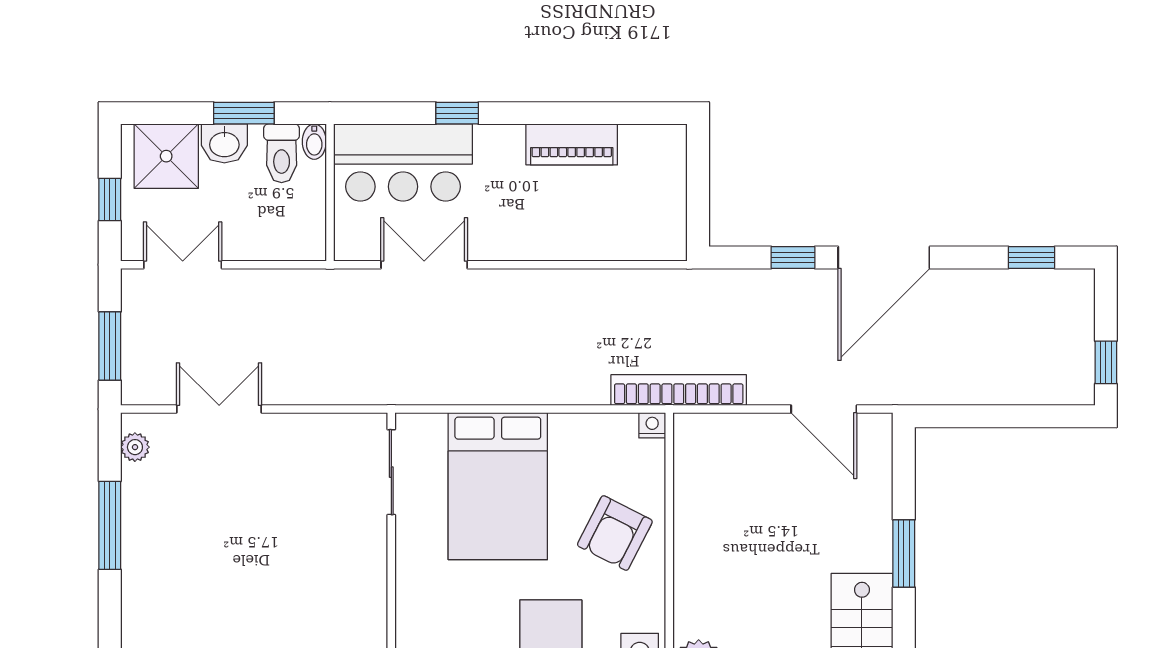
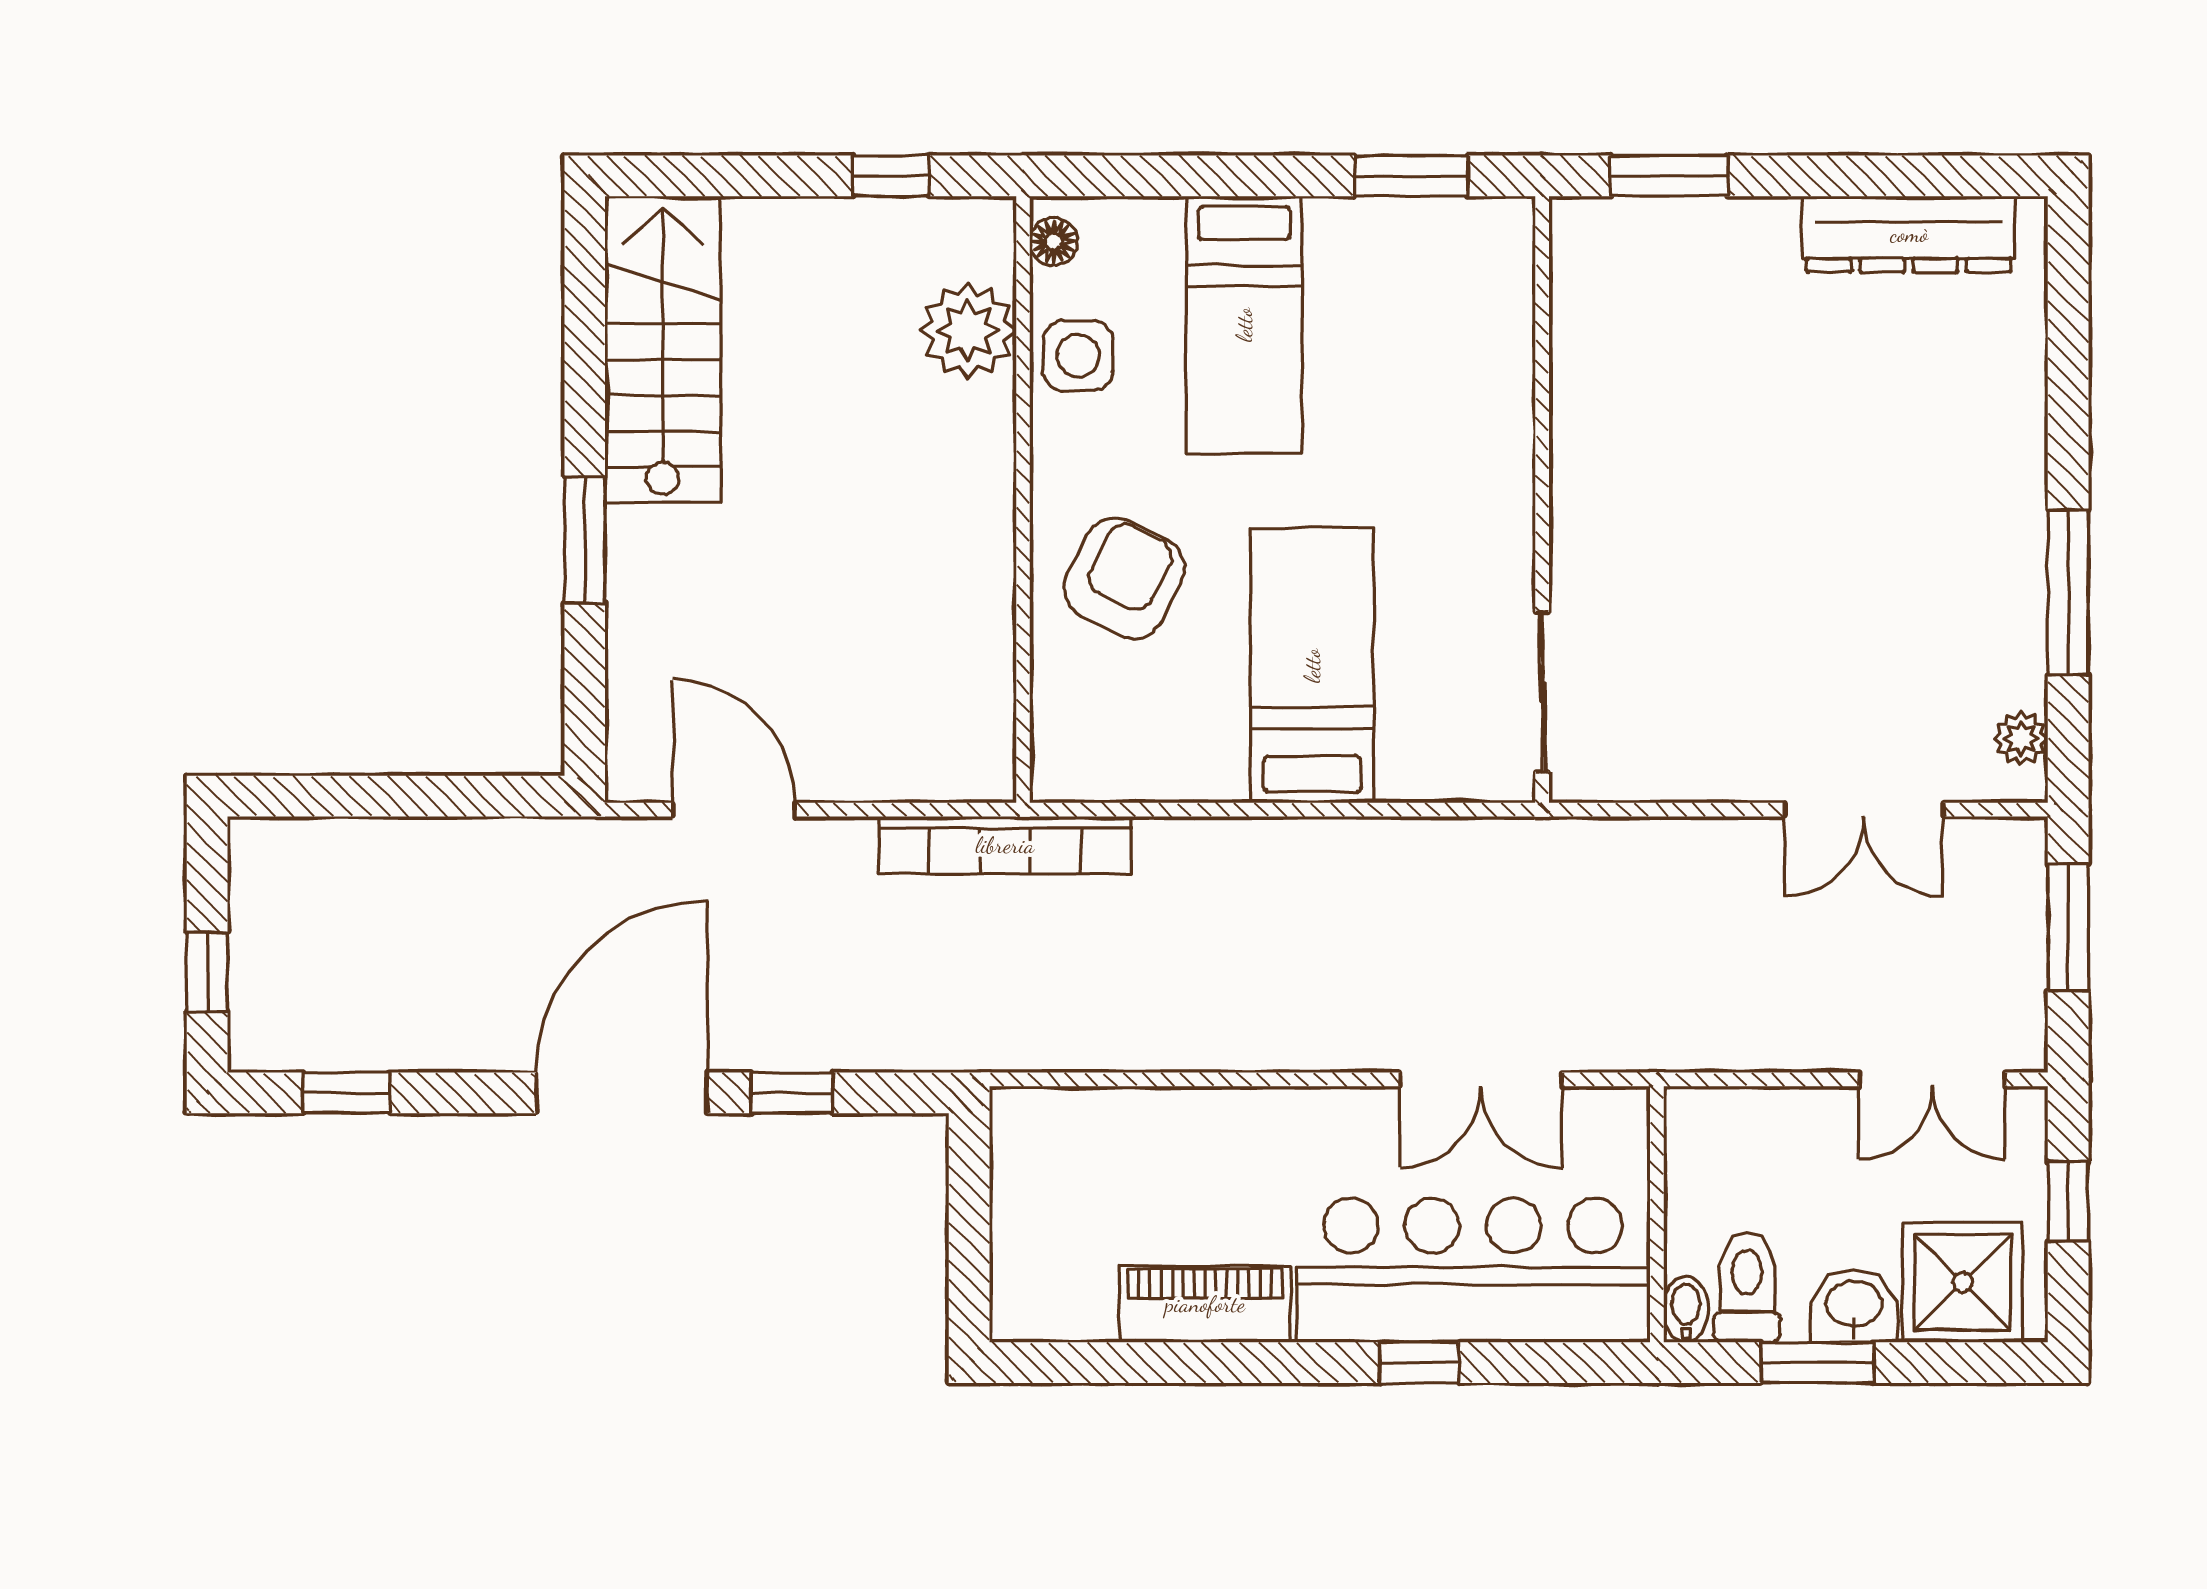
bar counter: (403, 163) -> (1473, 1270), width x1.36
window: (1106, 362) -> (207, 972), moved
nightstand: (652, 425) -> (1055, 779), removed
bed: (498, 486) -> (1312, 666), width x0.67

